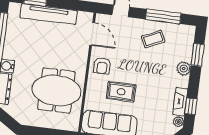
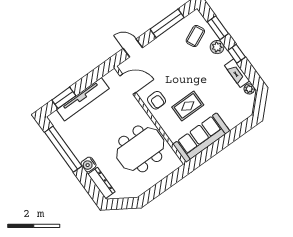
coffee table: (153, 39) -> (195, 36), moved
window: (191, 106) -> (237, 54), moved

